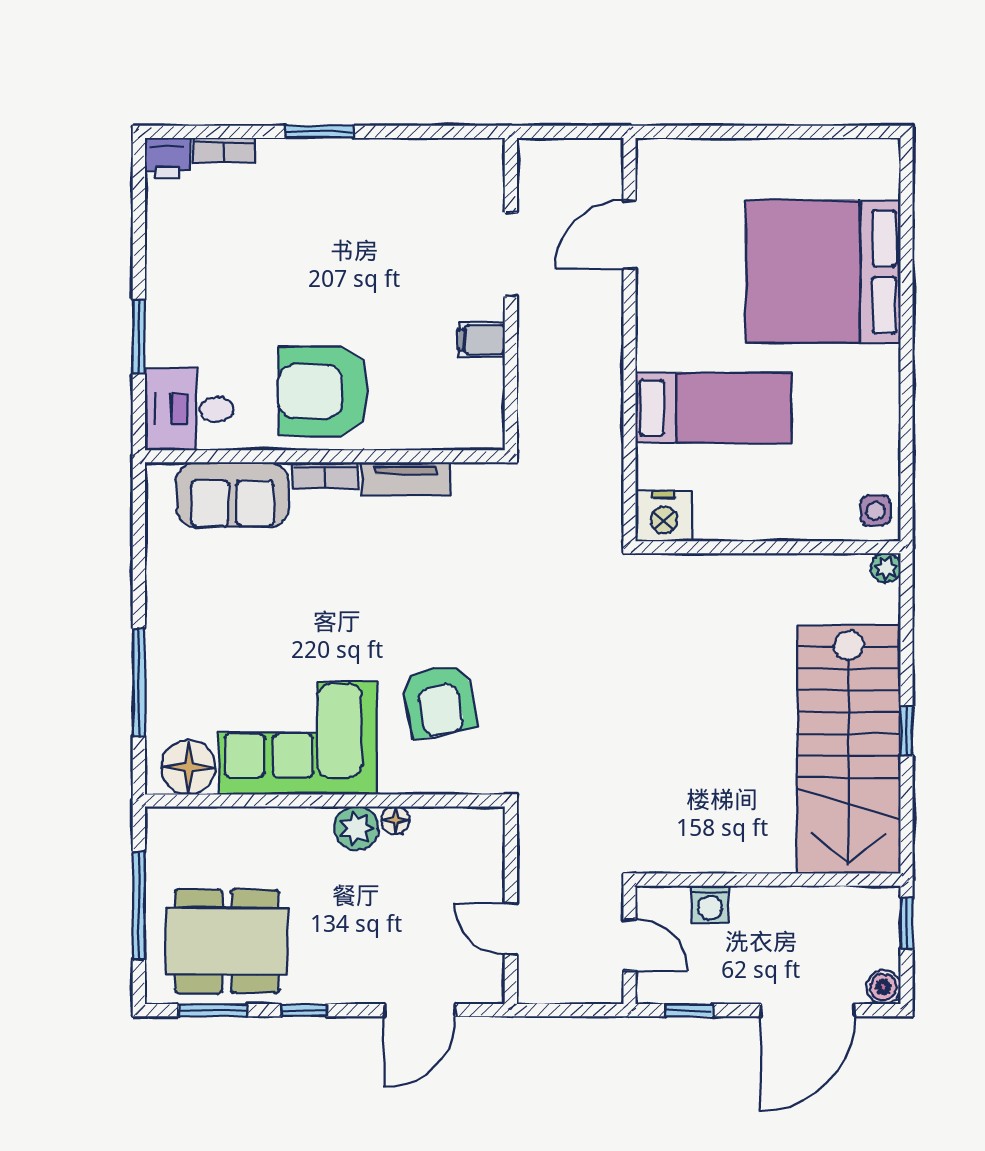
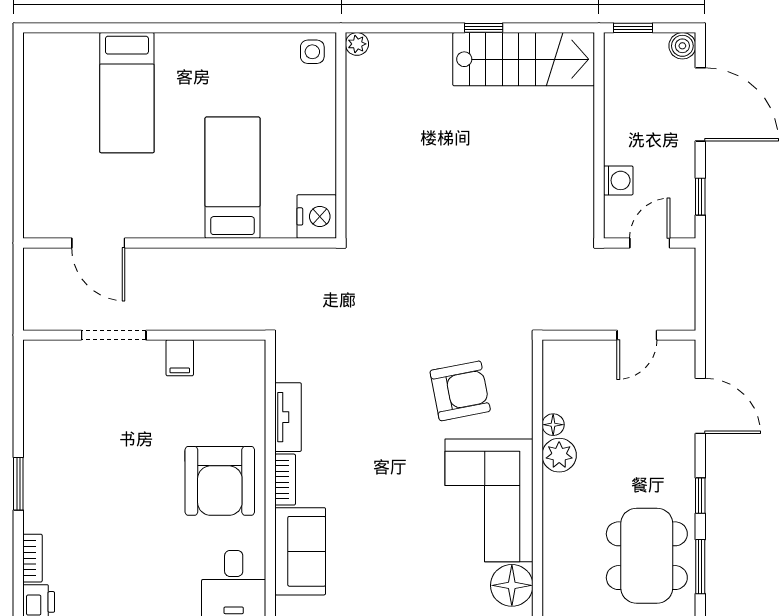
bed: (823, 272) -> (127, 93), width x0.49
stairs: (849, 750) -> (524, 59), width x0.73, depth x0.66

